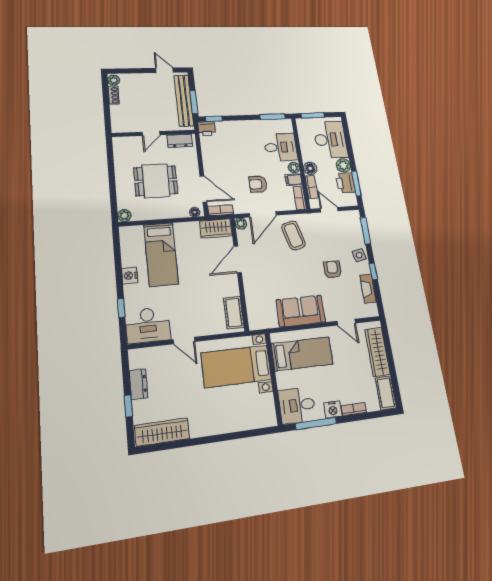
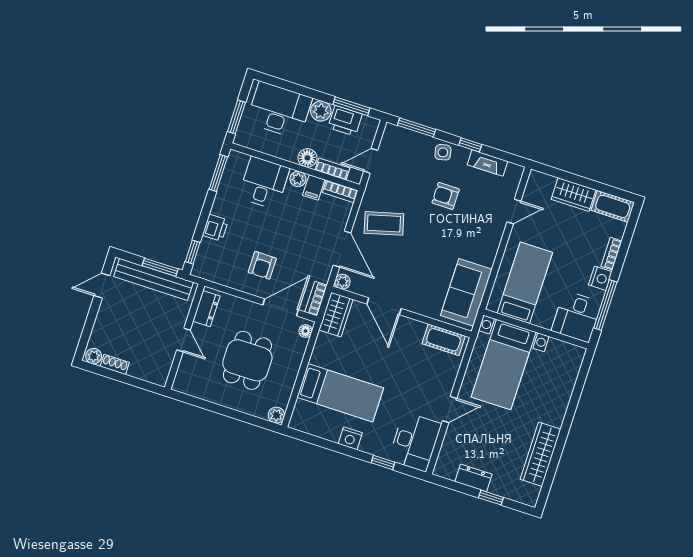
printer: (207, 128) -> (215, 228), moved
armchair: (258, 184) -> (262, 265), moved
sofa: (301, 311) -> (466, 292), moved
wardrobe: (377, 352) -> (573, 195), width x0.67
wardrobe: (162, 432) -> (540, 454), moved

